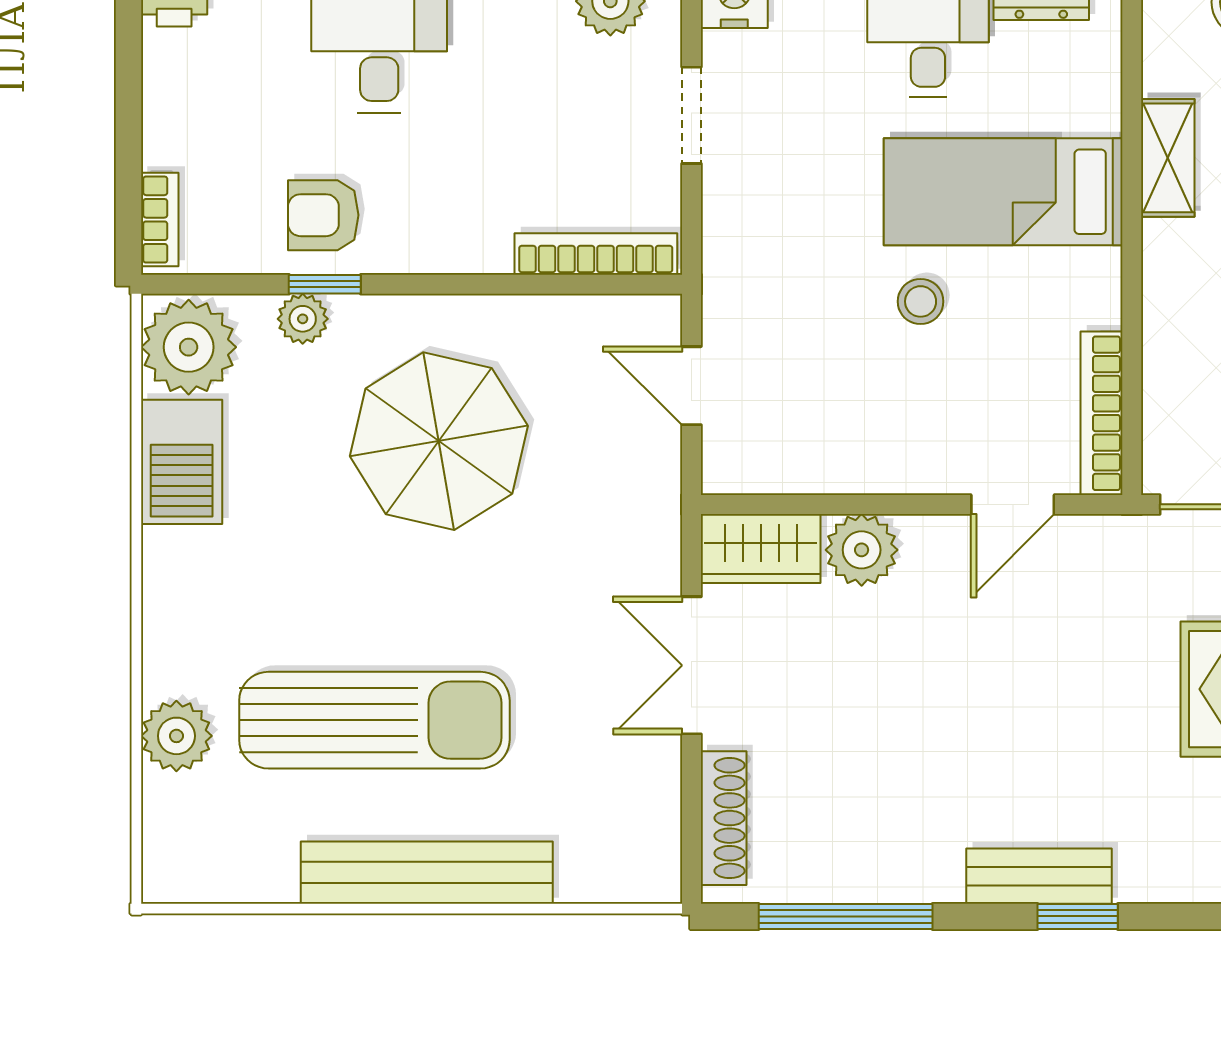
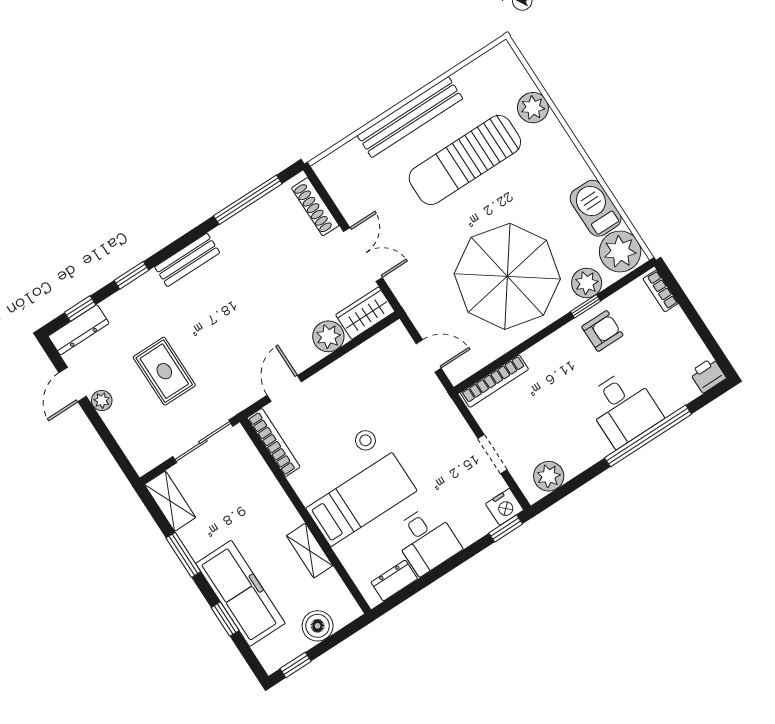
plant: (303, 319) -> (587, 283), width x1.38, depth x1.38
parasol: (439, 441) -> (507, 276), width x1.36, depth x1.36
window: (1078, 916) -> (131, 275), moved

